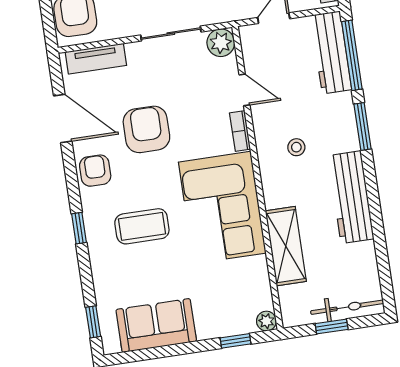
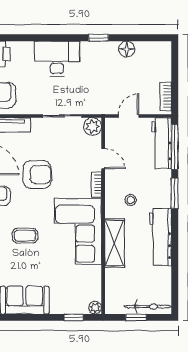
armchair: (146, 129) -> (37, 175), turned 90
coffee table: (142, 226) -> (25, 236), width x0.73, depth x0.77
shelving: (286, 246) -> (115, 243), moved

